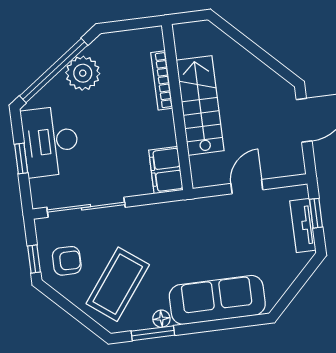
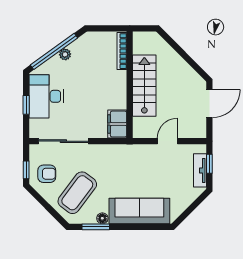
plant: (83, 73) -> (65, 54), width x0.53, depth x0.53
bookcase: (162, 80) -> (122, 51), moved

